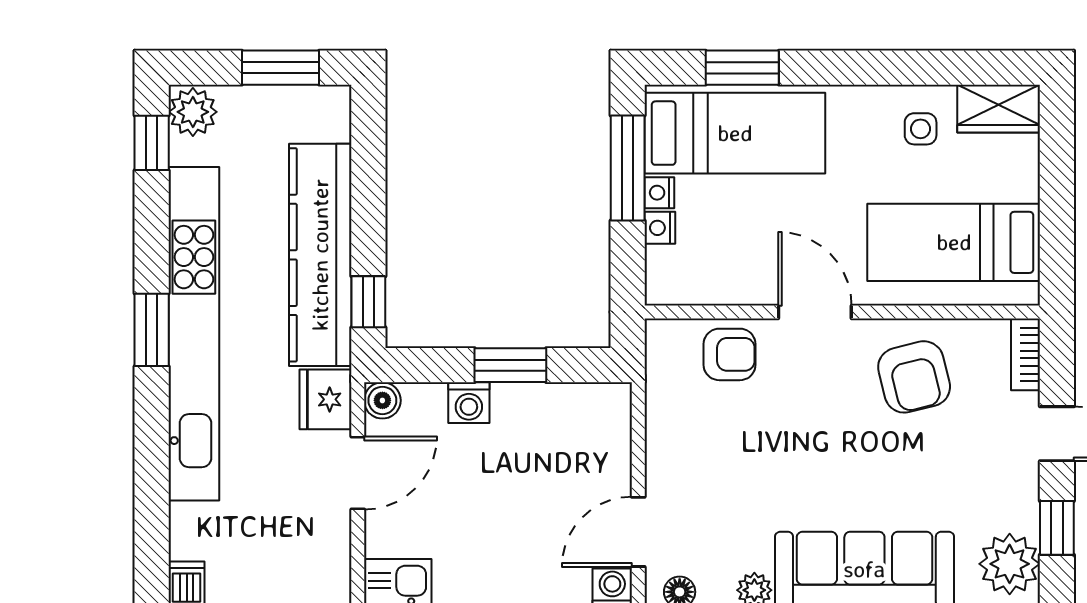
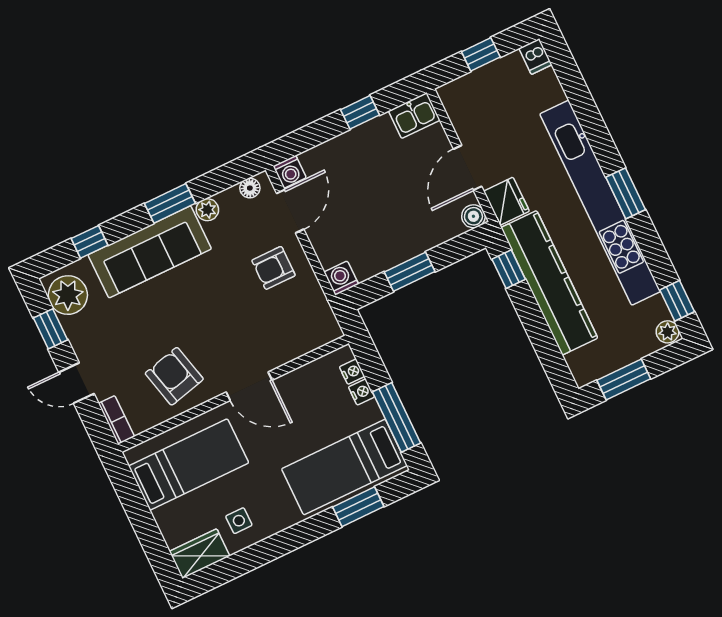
plant: (193, 112) -> (668, 332), width x0.73, depth x0.73
nightstand: (659, 193) -> (352, 372), moved
armchair: (730, 354) -> (274, 268), moved
washing machine: (469, 403) -> (341, 278), moved

